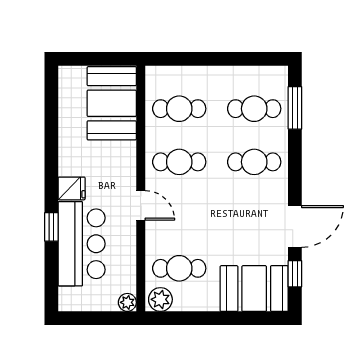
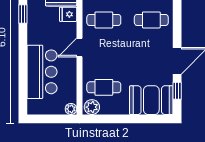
fridge: (72, 188) -> (68, 14), moved, turned 180
door: (141, 205) -> (79, 47), swing flipped
window: (51, 227) -> (23, 14), moved

